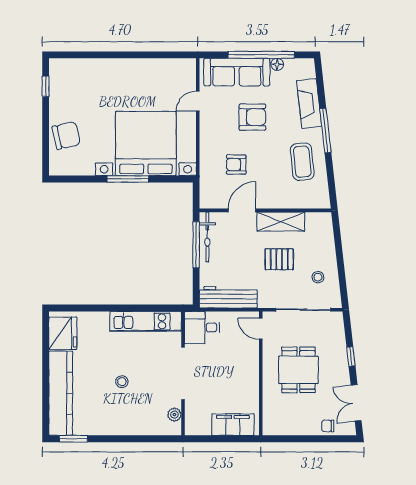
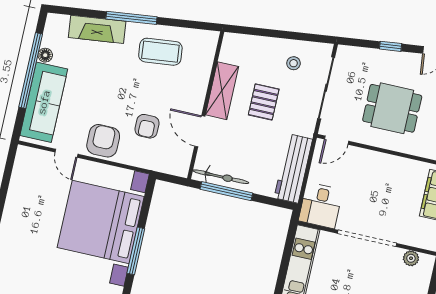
armchair: (252, 117) -> (103, 141), moved

